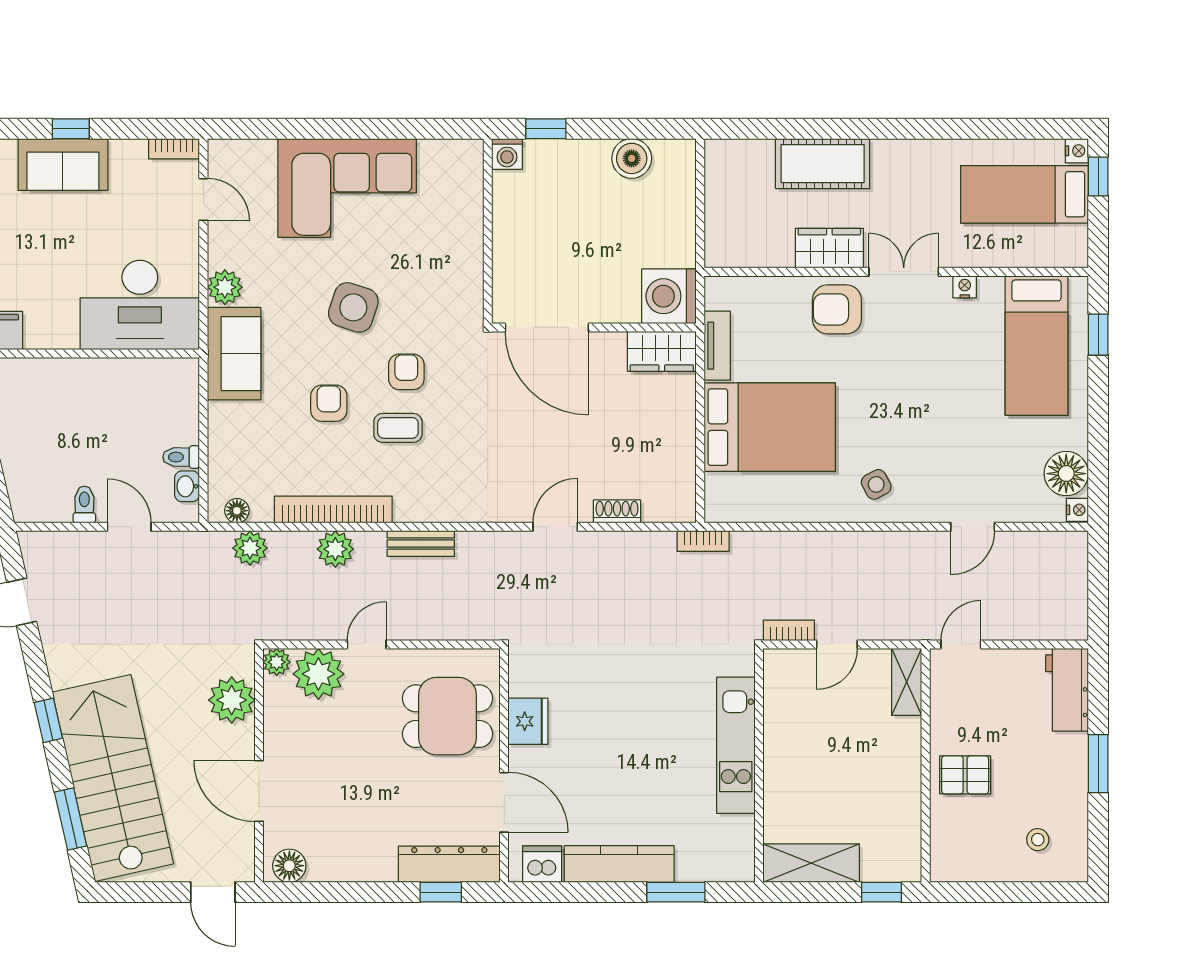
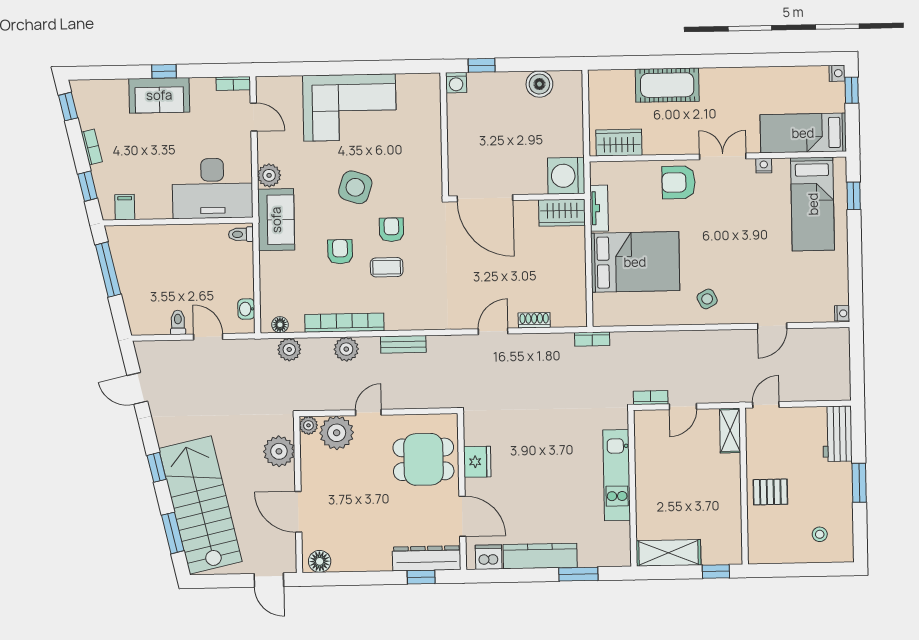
bed: (1025, 194) -> (803, 133), moved
wardrobe: (829, 248) -> (619, 143), moved
toilet: (181, 457) -> (241, 234), moved
floor lamp: (1066, 474) -> (834, 289), removed

